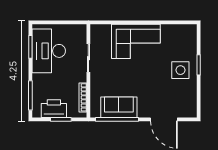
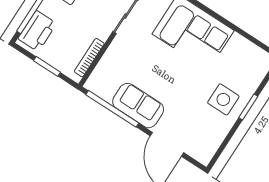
sofa: (119, 107) -> (138, 106), moved
printer: (54, 109) -> (37, 31), moved, turned 90

